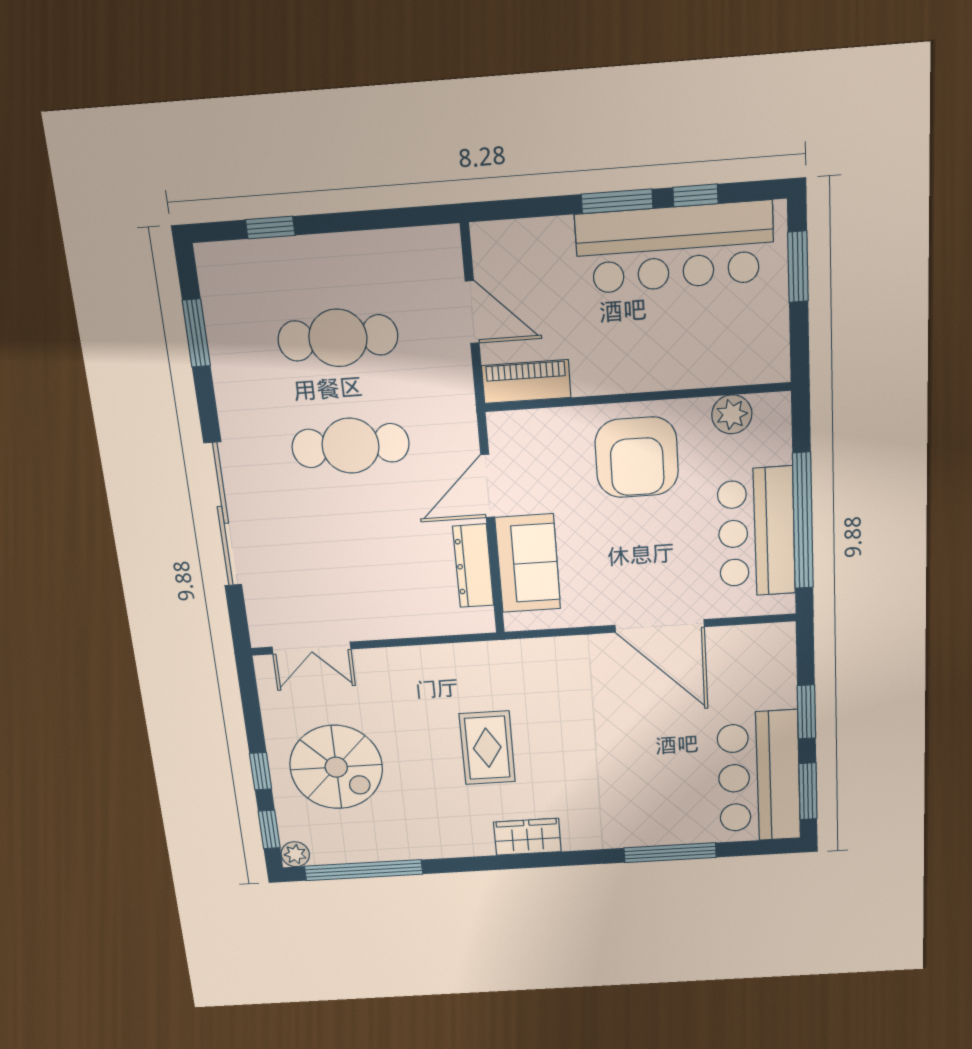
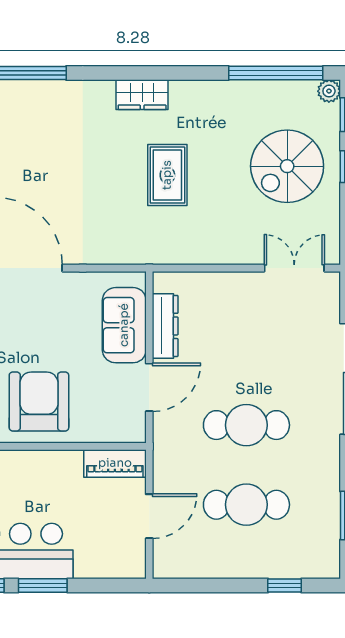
door: (472, 312) -> (149, 516), swing flipped
spiral stairs: (336, 767) -> (287, 166), turned -90

